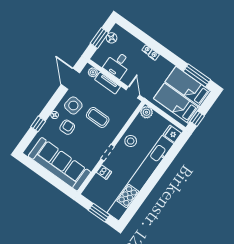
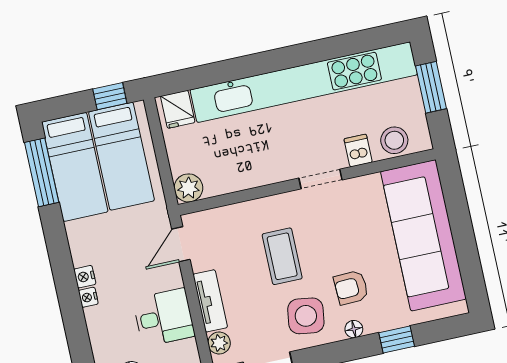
stool: (131, 141) -> (394, 140), moved

